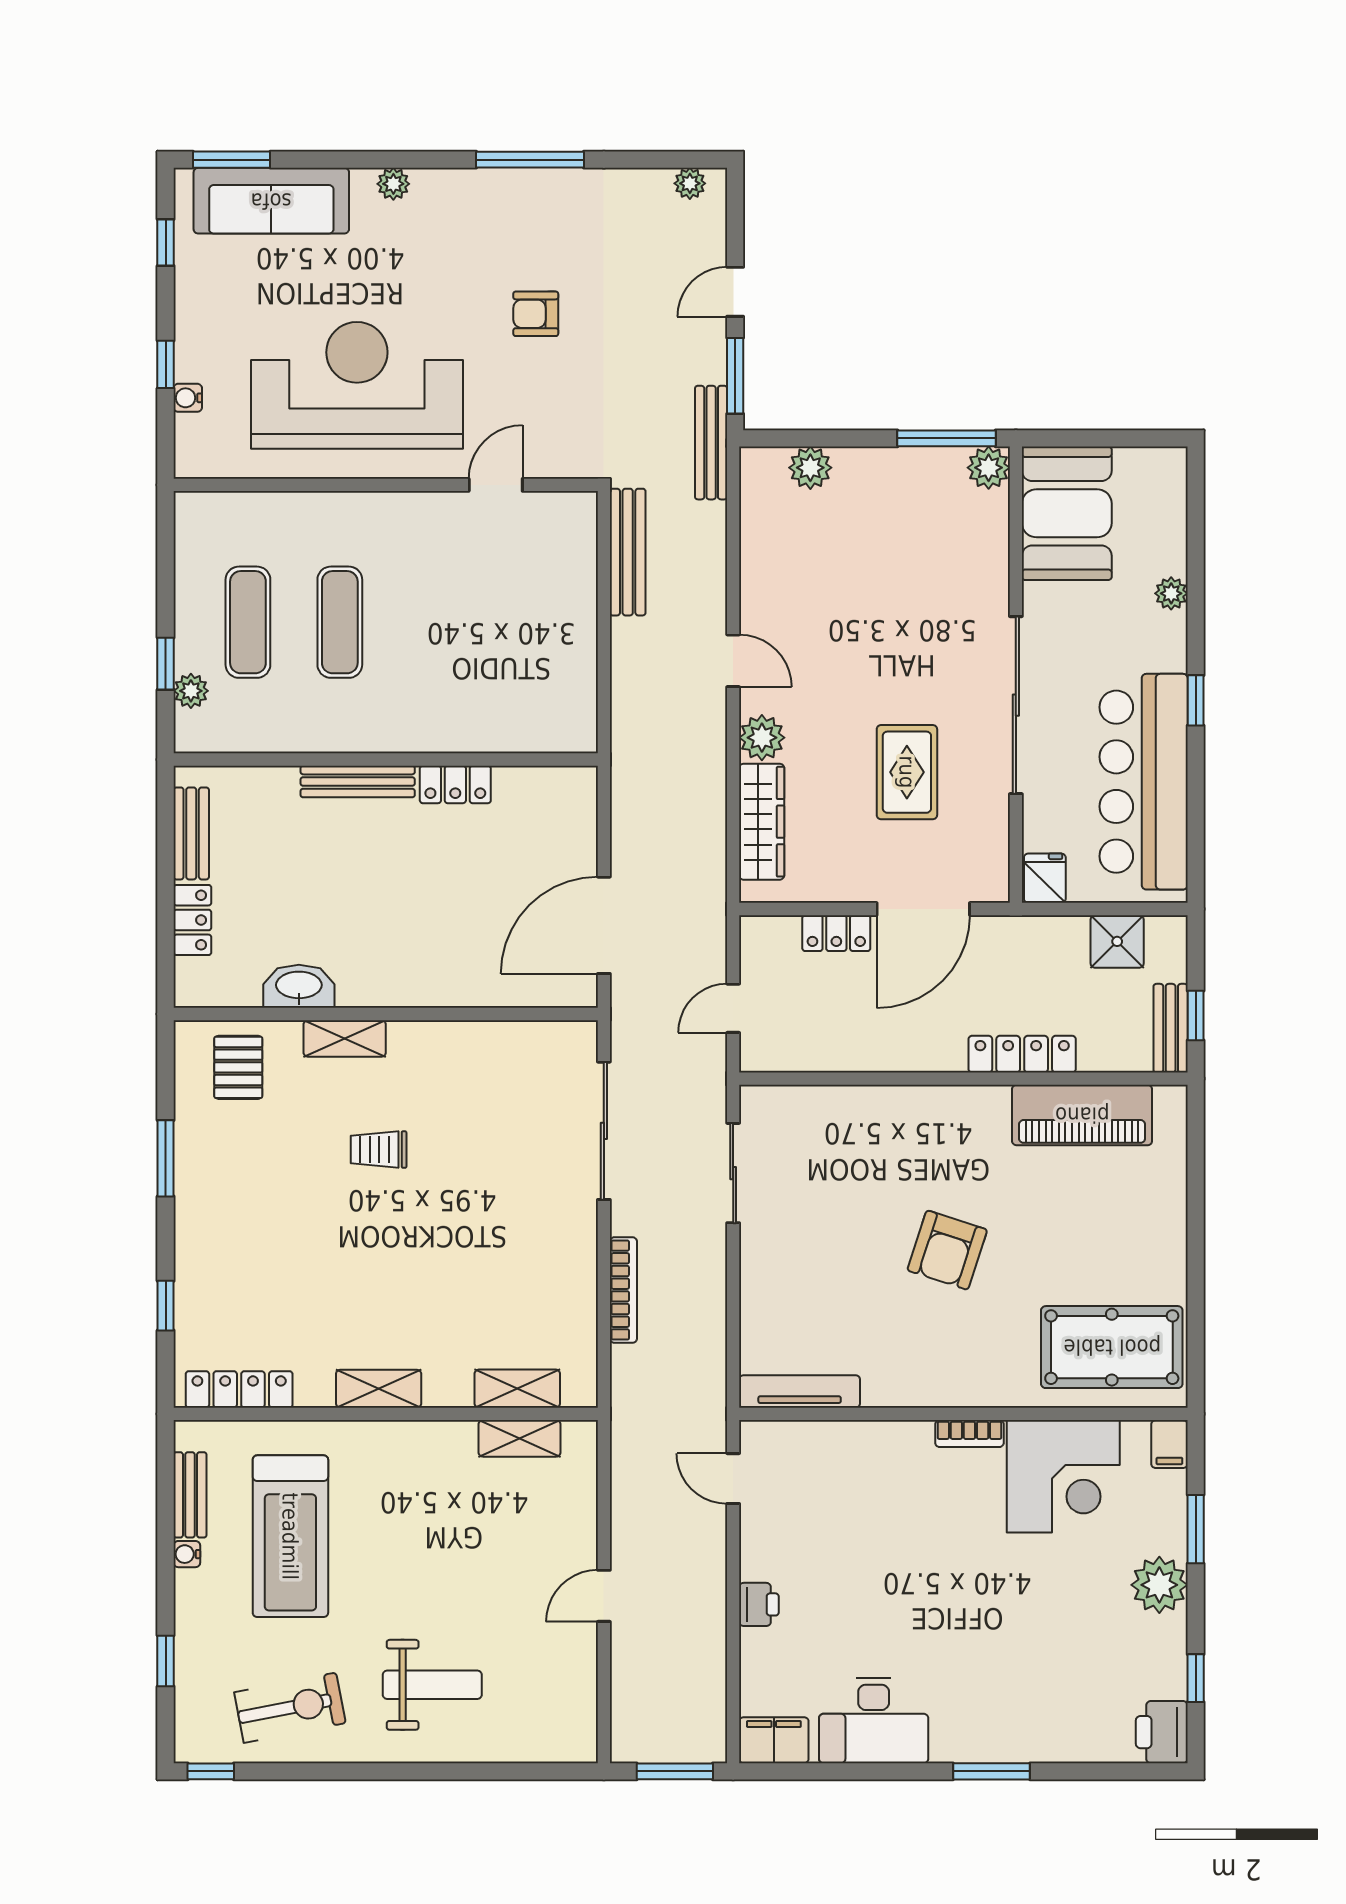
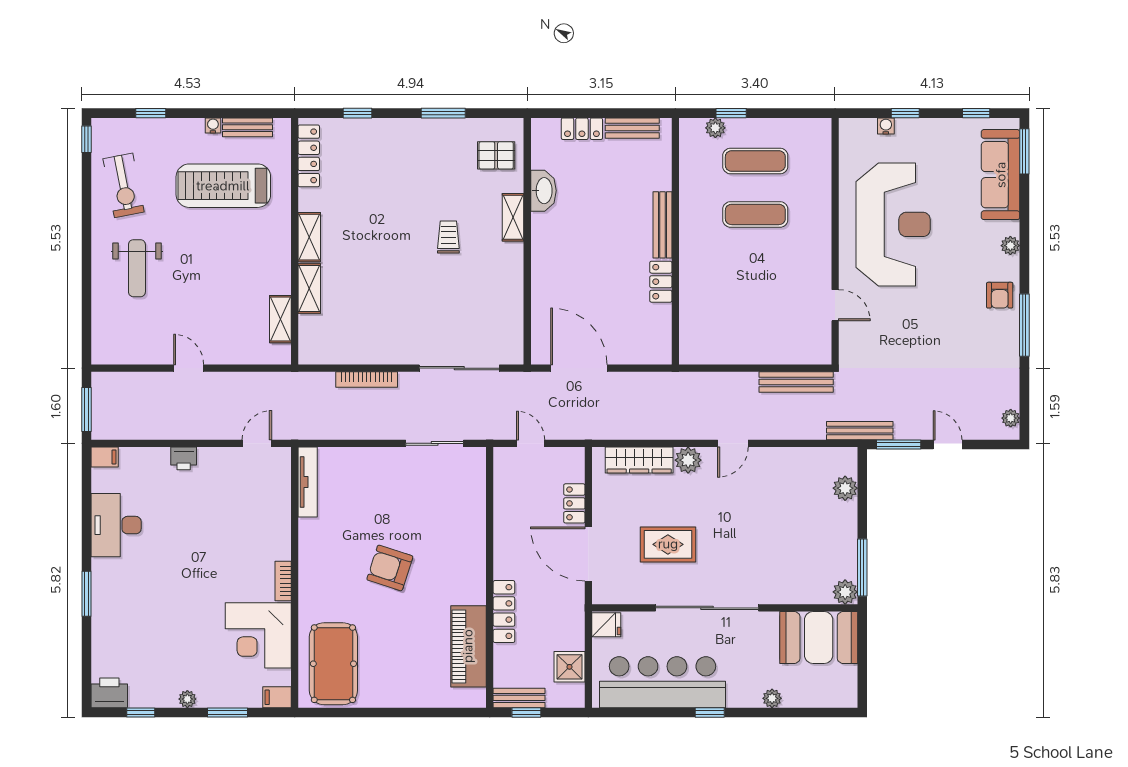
armchair: (536, 314) -> (1000, 295), moved, turned 180
shelving: (517, 1389) -> (309, 288), moved
plant: (1159, 1585) -> (187, 699), width x0.53, depth x0.53
filing cabinet: (774, 1740) -> (105, 457), width x0.50

